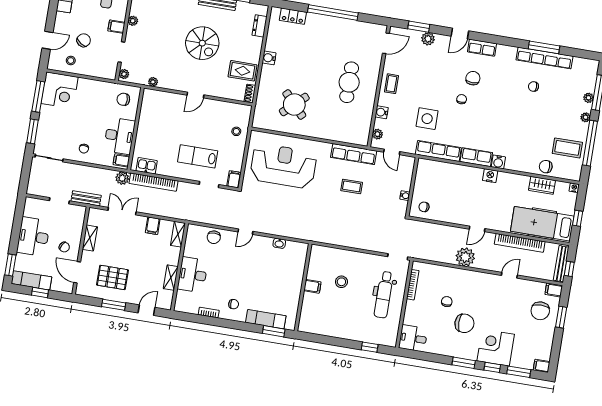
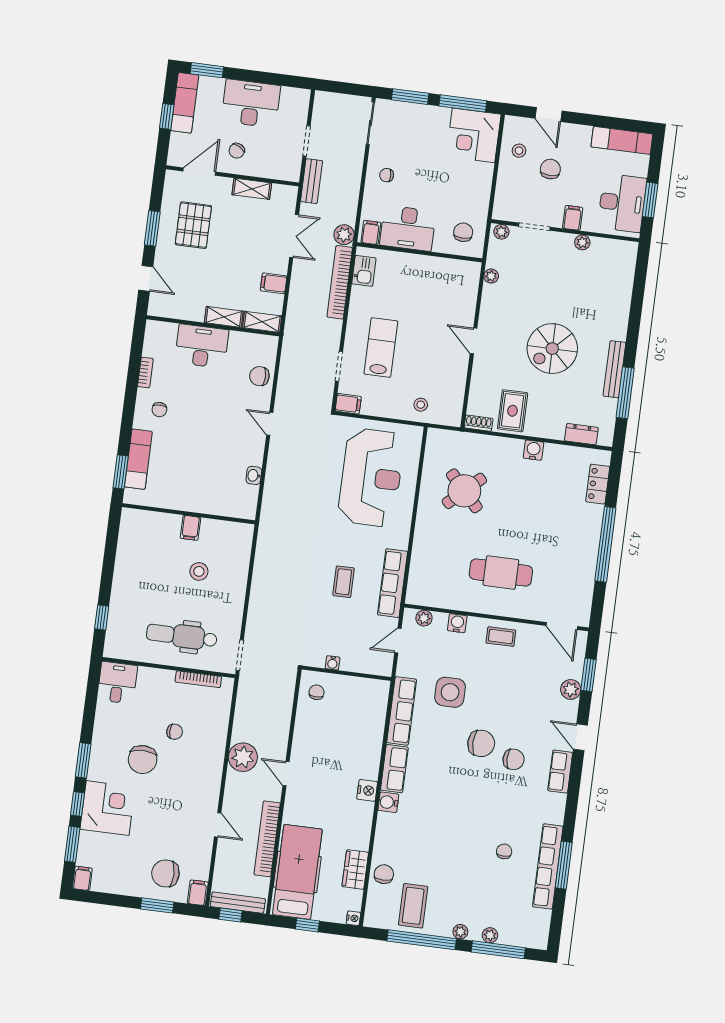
chair: (84, 40) -> (550, 169), turned -124
chair: (462, 99) -> (481, 743), width x1.87, depth x1.87
shelving: (171, 278) -> (224, 317), moved

